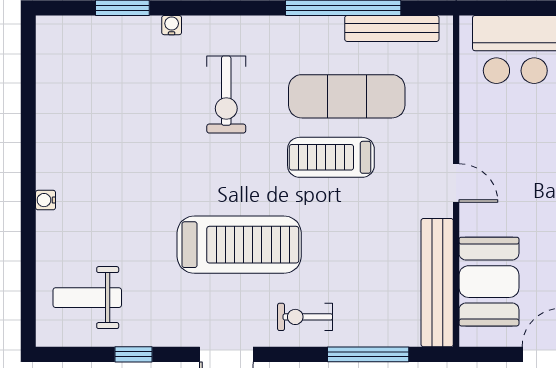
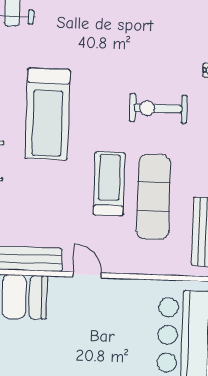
door: (456, 183) -> (87, 275), swing flipped

